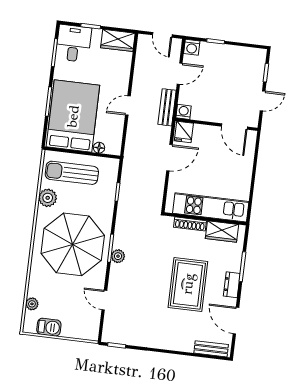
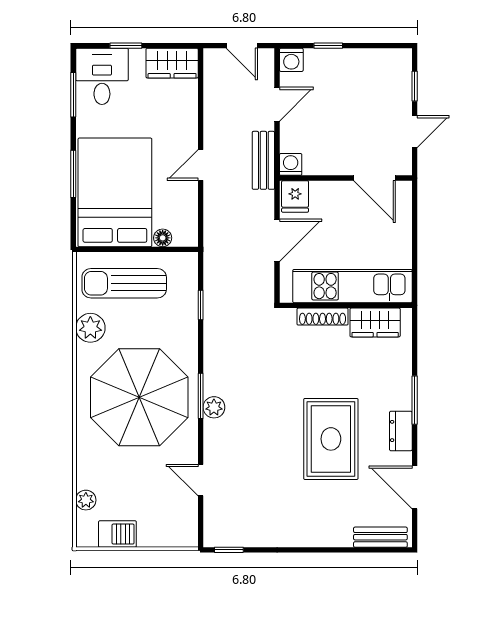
kitchen unit: (211, 207) -> (352, 286), moved
wall: (205, 219) -> (346, 305), moved
shoe rack: (190, 224) -> (323, 317), moved
wardrobe: (222, 232) -> (375, 322), moved

